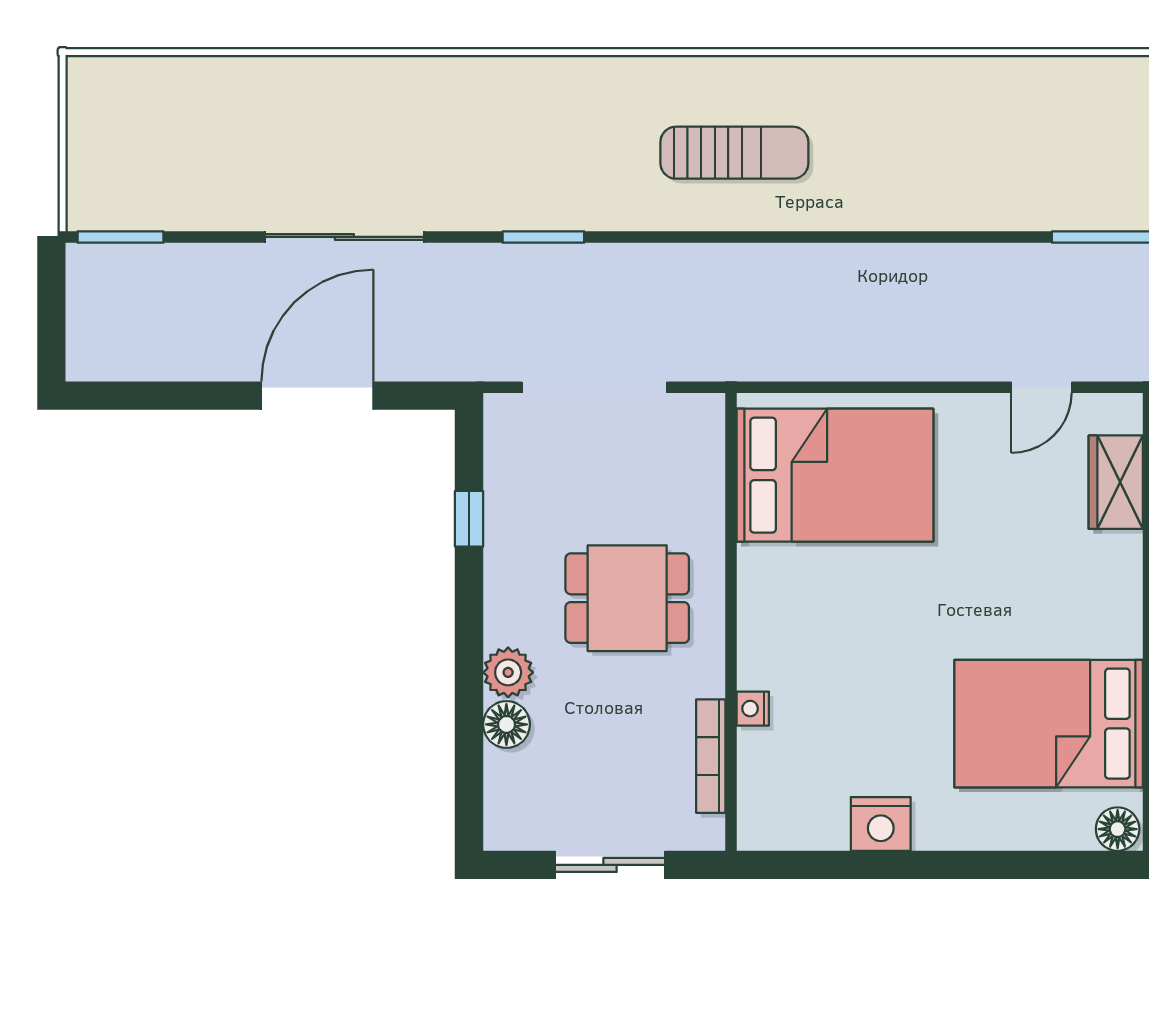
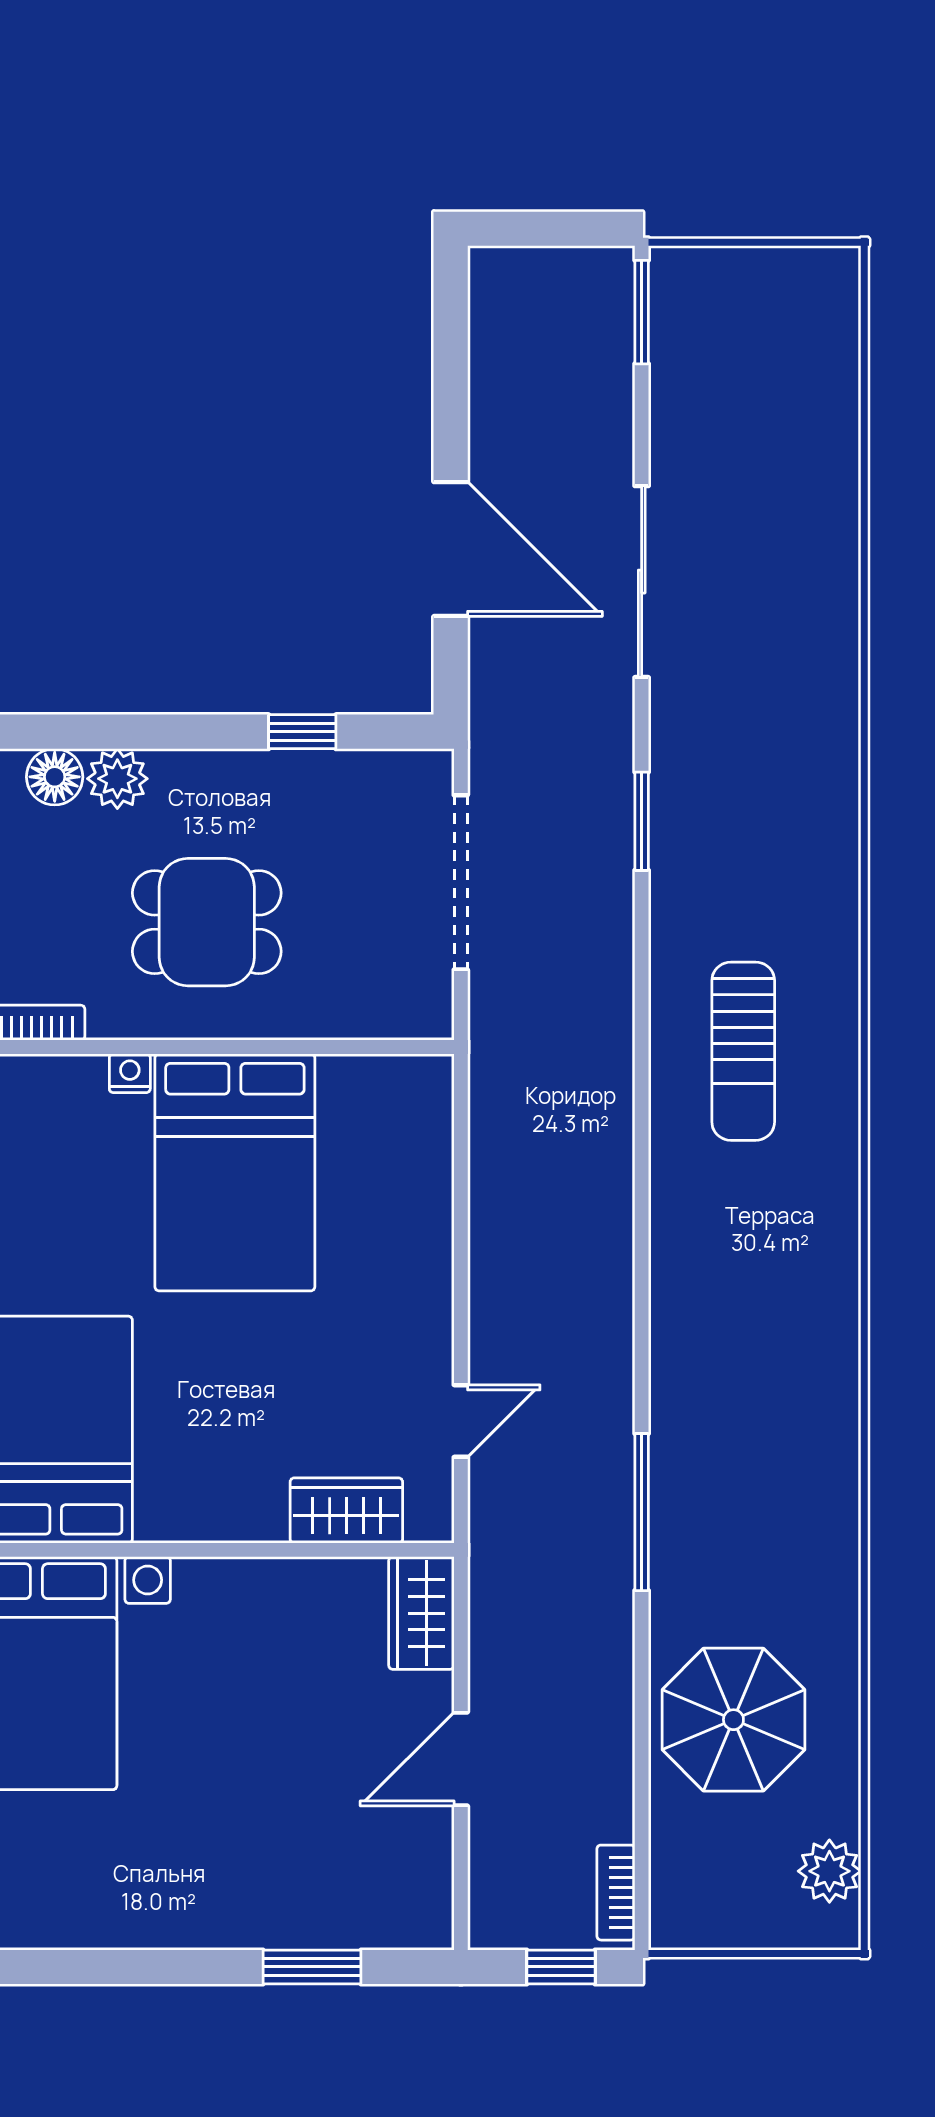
door: (1042, 387) -> (461, 1421), swing flipped
bed: (835, 475) -> (235, 1172), moved
dining table: (627, 598) -> (207, 922), turned 90
nightstand: (753, 709) -> (130, 1073), moved

